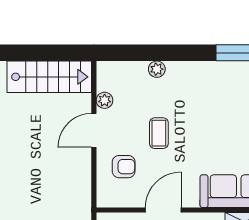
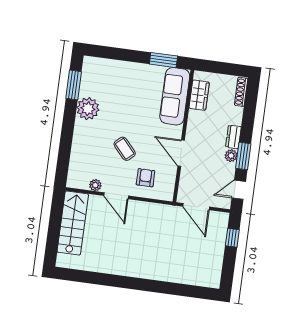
plant: (157, 69) -> (88, 109), moved, width x1.87, depth x1.87
coffee table: (159, 133) -> (125, 149), turned 48

